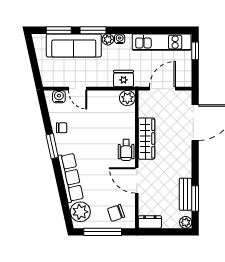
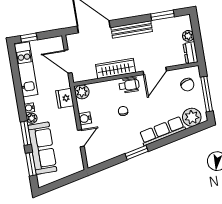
water cooler: (59, 97) -> (85, 118), moved
chair: (62, 128) -> (123, 111), moved
bench: (185, 194) -> (132, 29), moved, width x1.36
plant: (186, 222) -> (188, 36), moved

